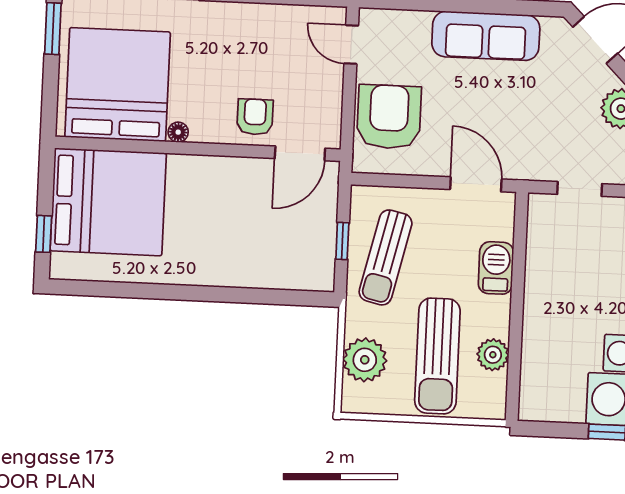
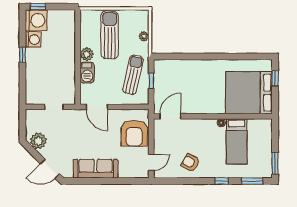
door: (351, 45) -> (151, 162), hinge flipped
bed: (118, 85) -> (237, 141), width x0.49
armchair: (255, 117) -> (190, 163), moved, turned 119
plant: (493, 355) -> (87, 54), moved
plant: (365, 360) -> (144, 36), width x0.53, depth x0.53

